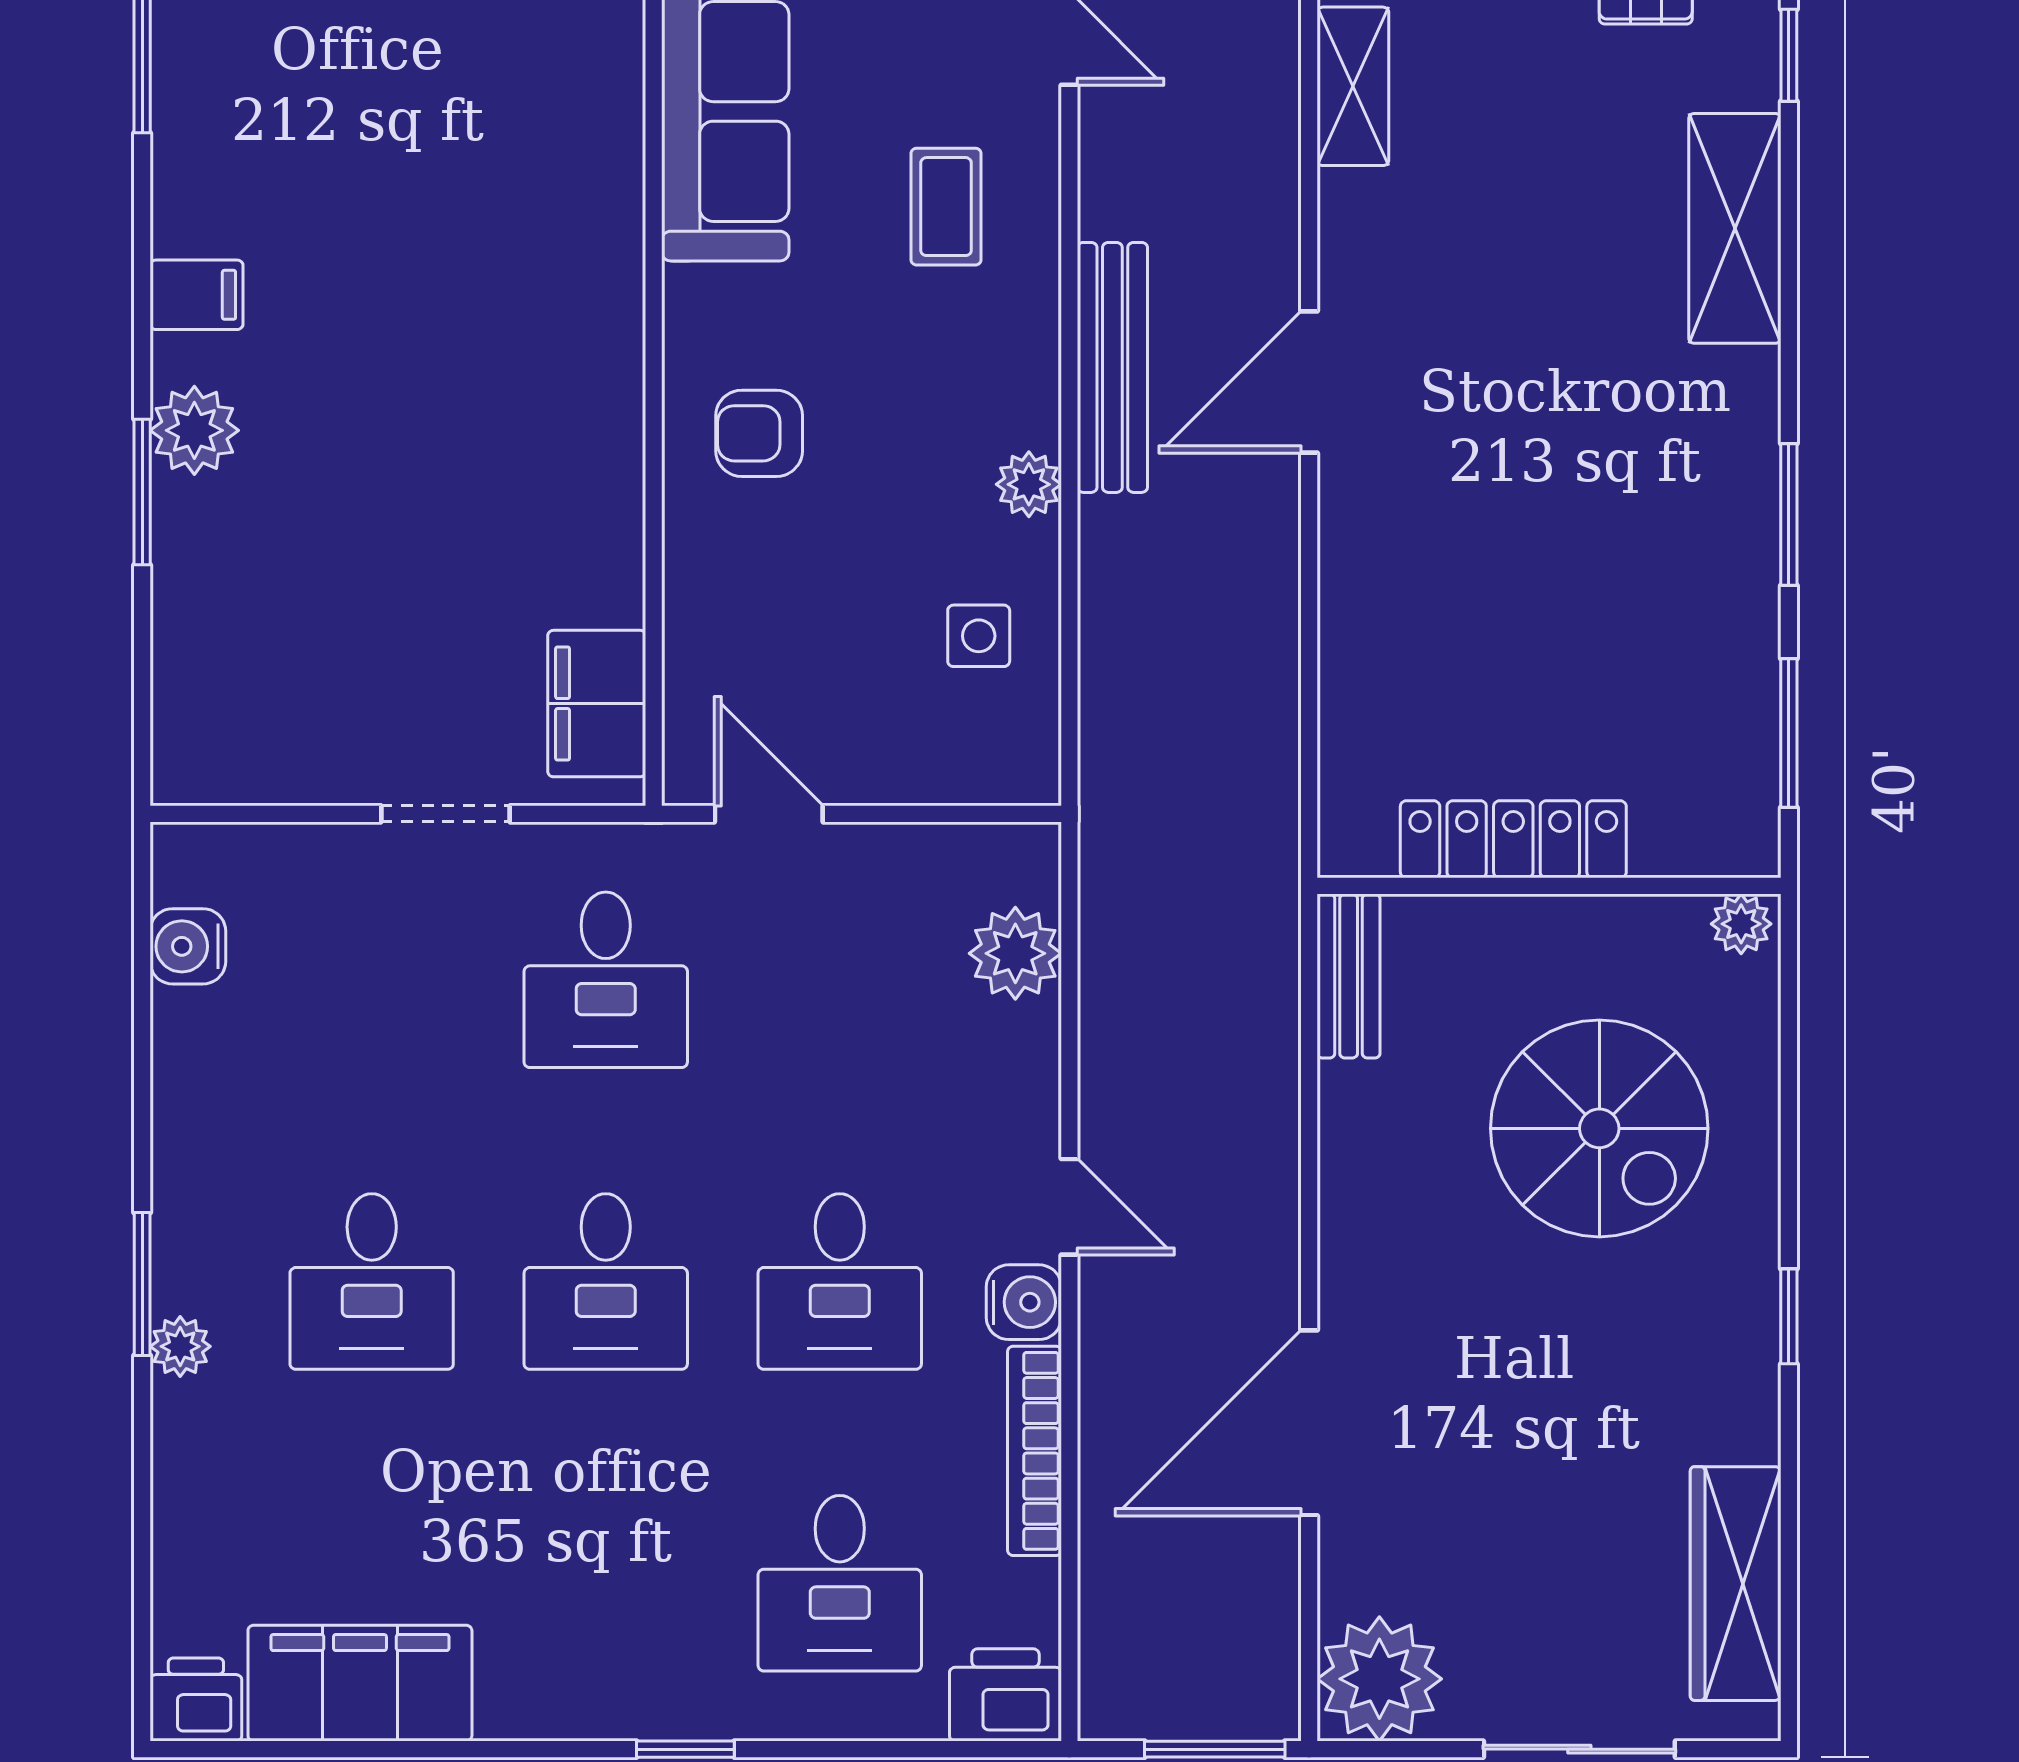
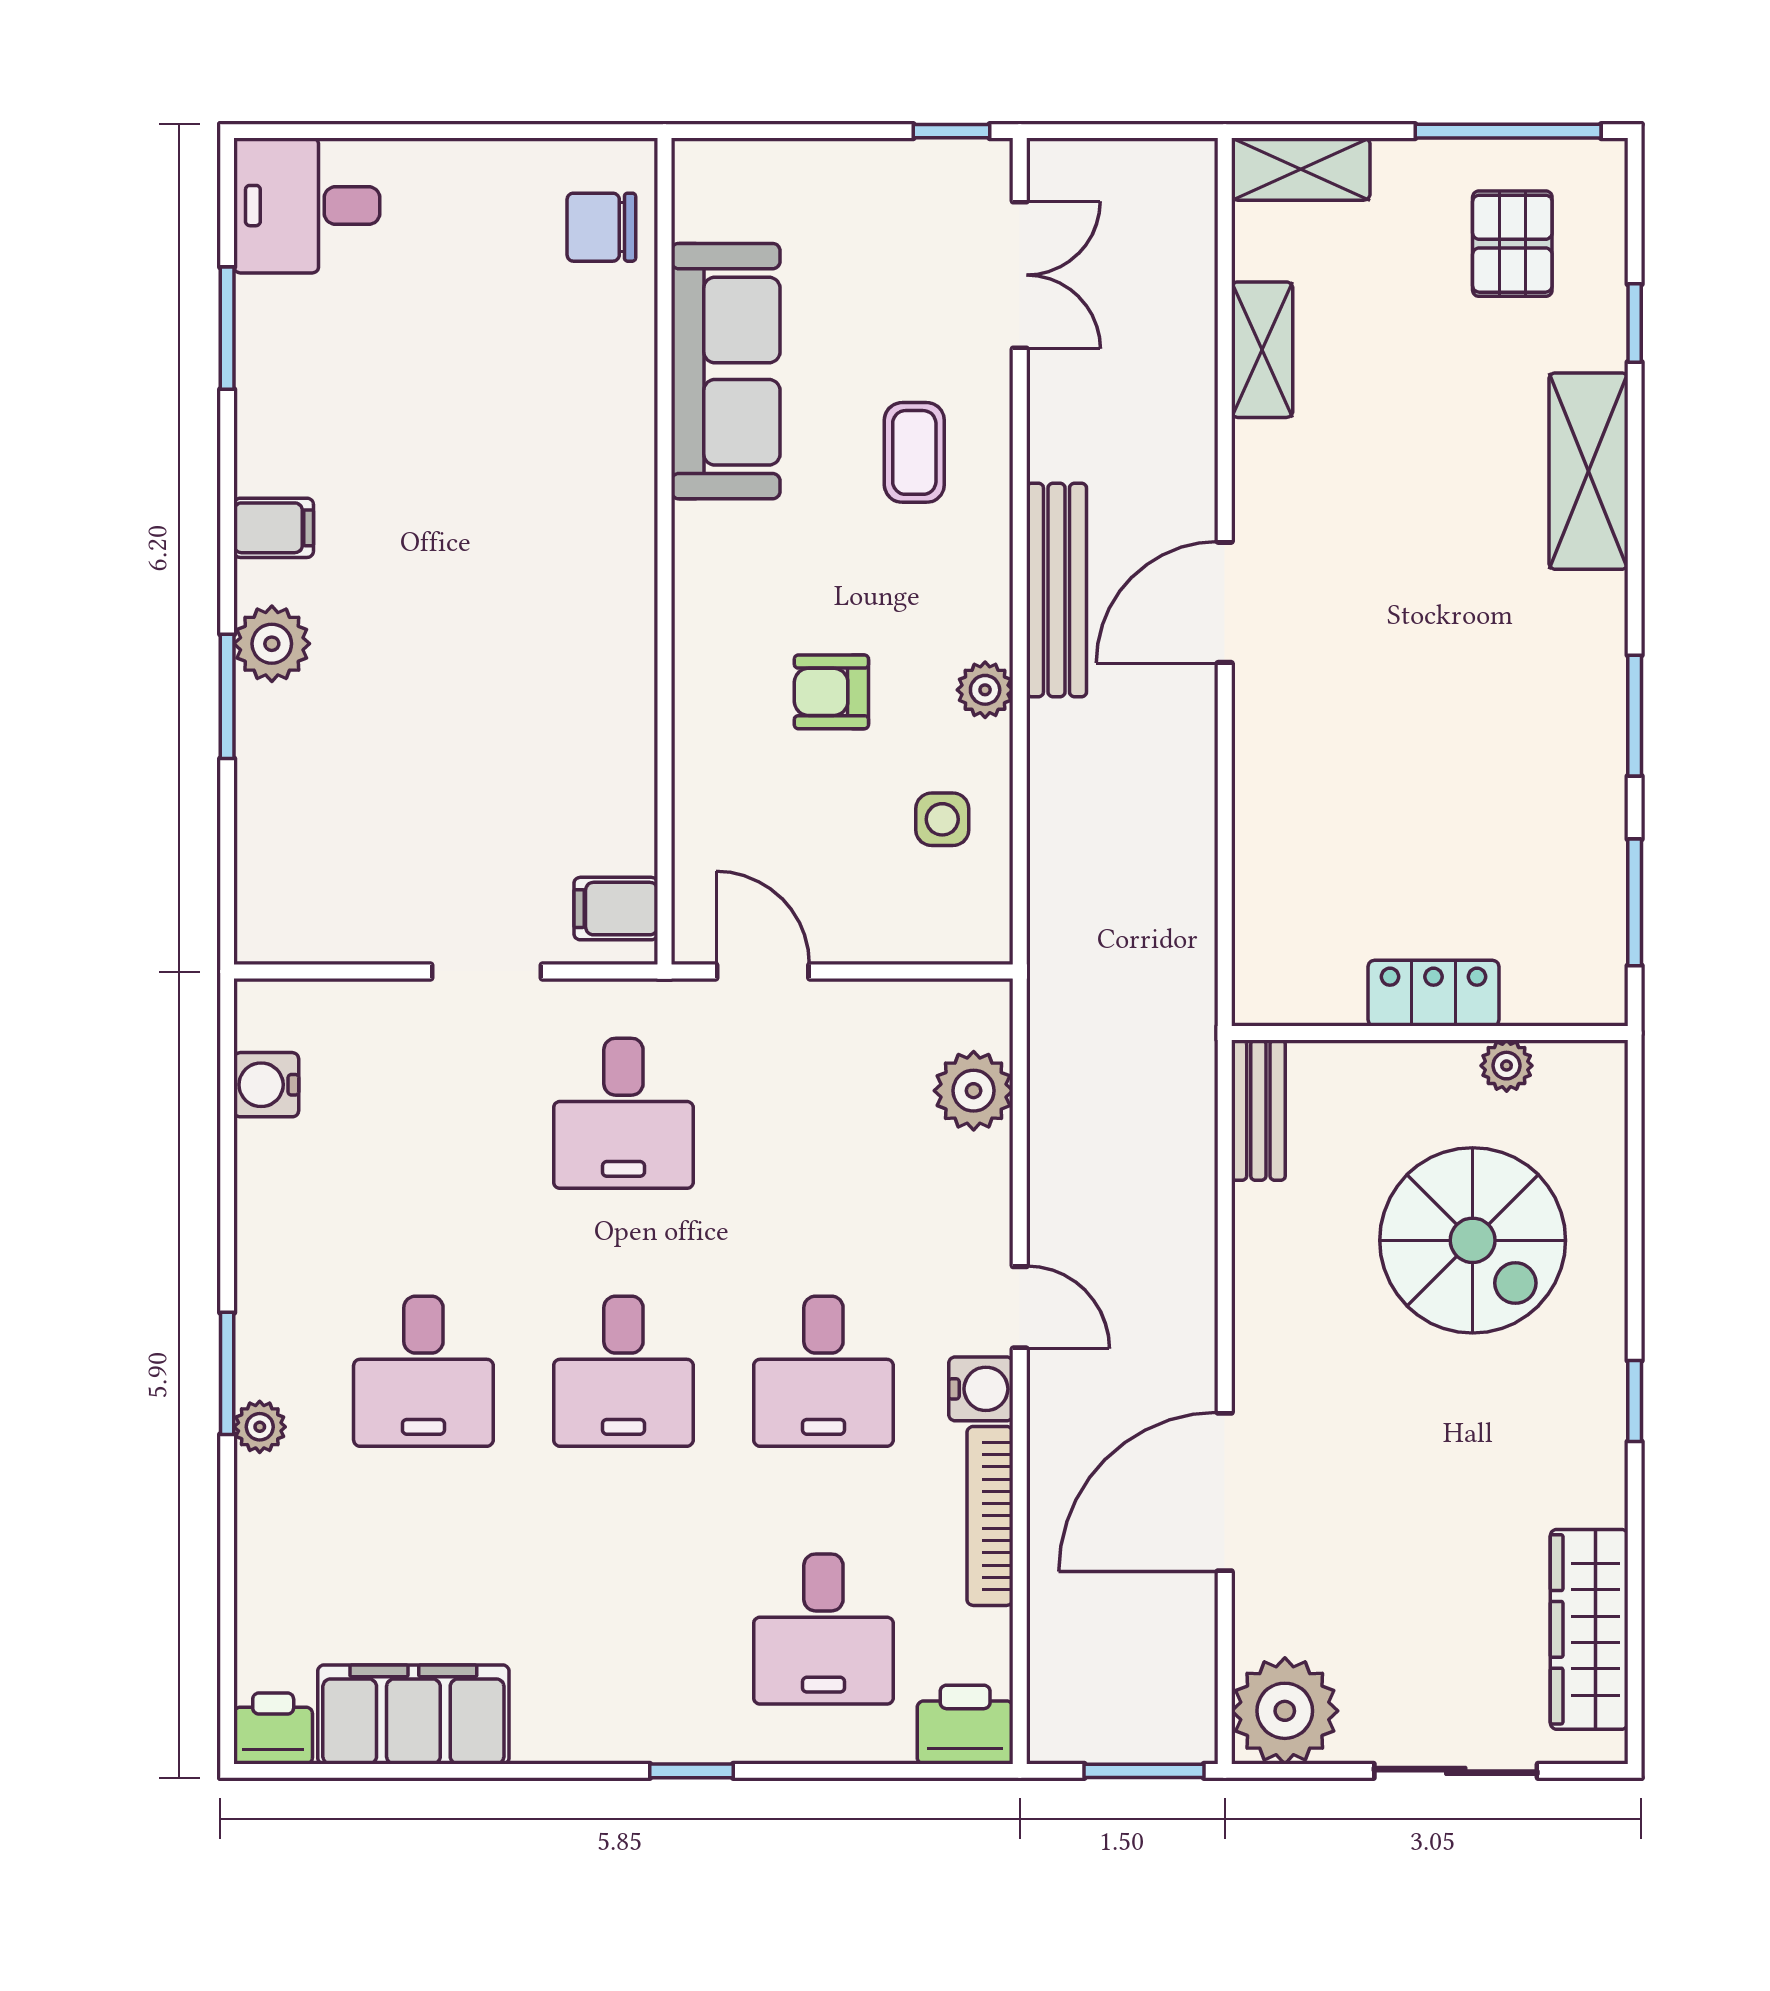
armchair: (759, 433) -> (831, 692), moved
filing cabinet: (597, 704) -> (616, 909), width x0.50
locker: (1513, 839) -> (1433, 993), width x0.66
plant: (1741, 924) -> (1507, 1066), moved

